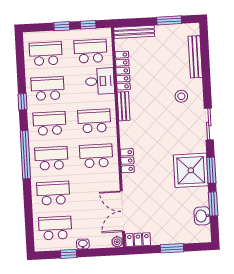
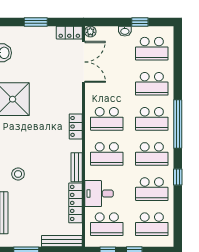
locker: (127, 161) -> (76, 126), moved

